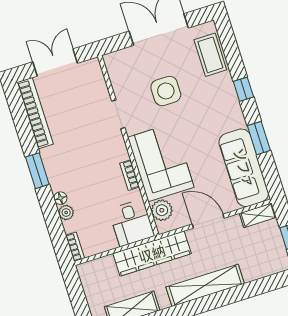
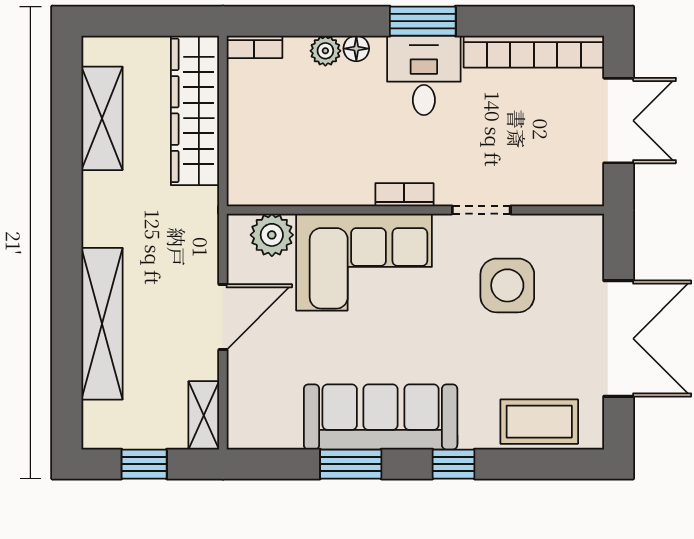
side table: (166, 91) -> (507, 285), moved
sofa: (244, 168) -> (381, 417), moved
bookcase: (130, 175) -> (404, 195), moved
desk: (132, 223) -> (424, 75), moved, turned 90
wardrobe: (152, 254) -> (195, 110), moved
shelving: (205, 285) -> (102, 324), moved

